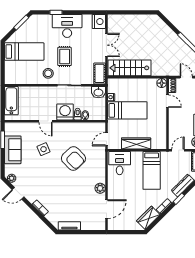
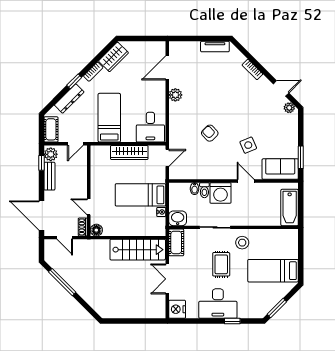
sofa: (13, 150) -> (280, 169), moved, turned 90
armchair: (73, 158) -> (210, 133), width x0.53, depth x0.53

